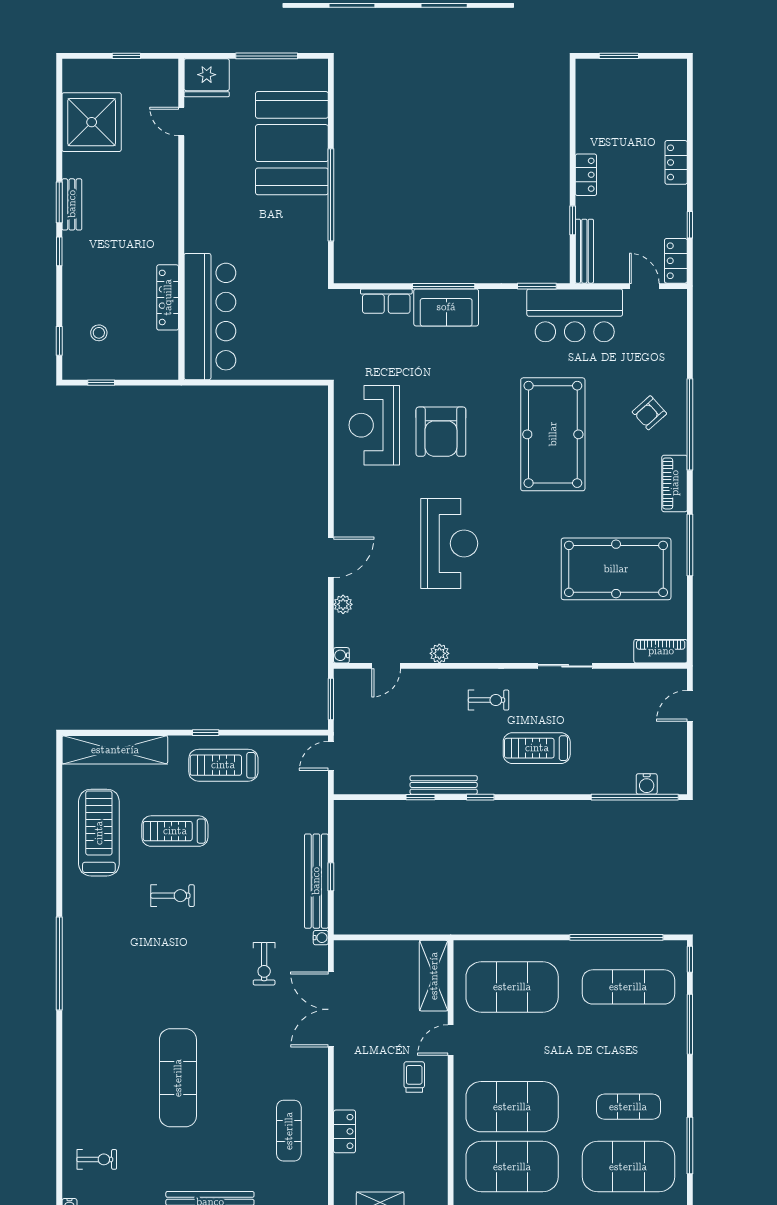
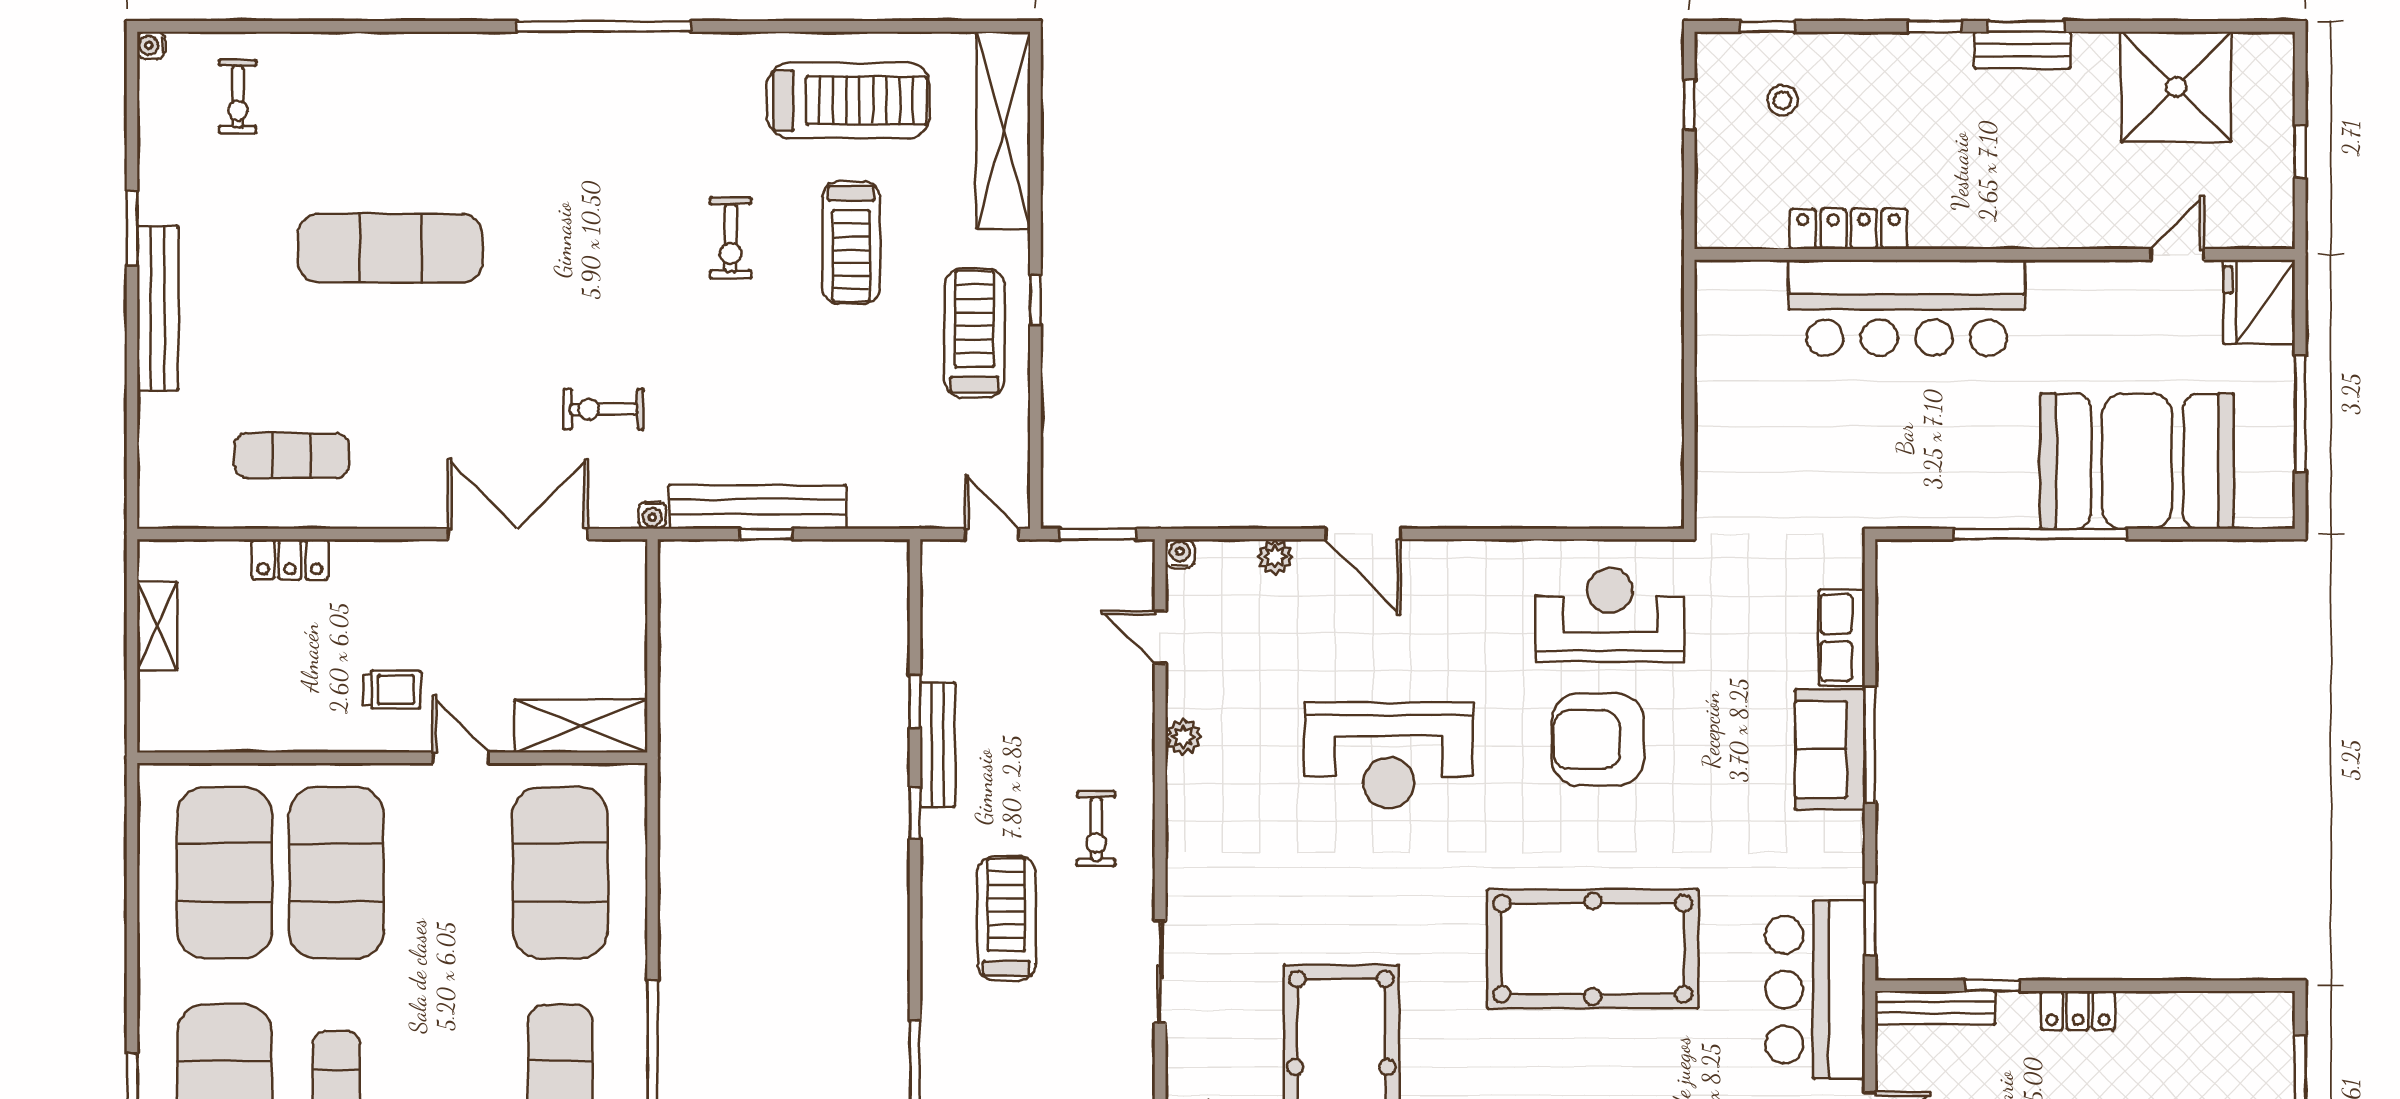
bar counter: (210, 317) -> (1907, 308), moved
treadmill: (175, 831) -> (851, 242), turned 180

